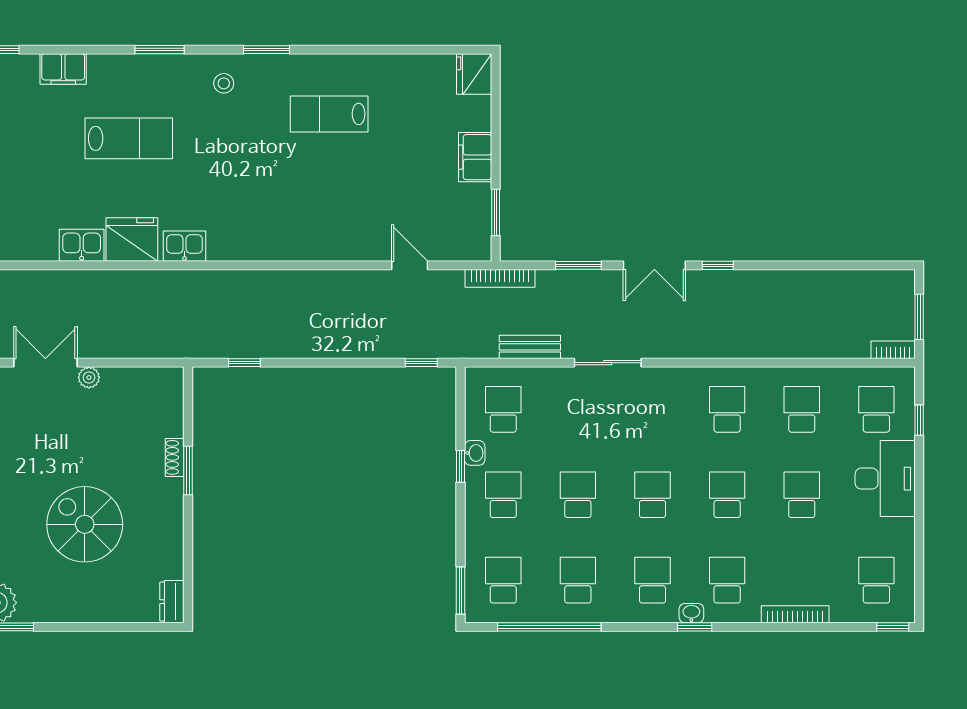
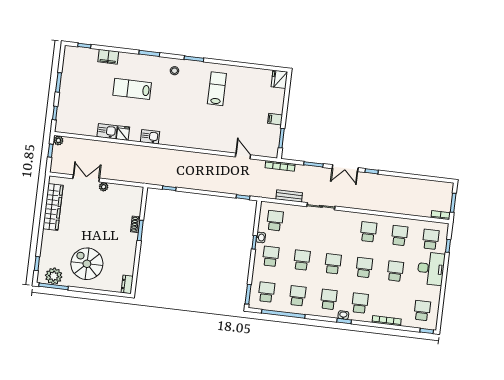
lab bench: (329, 114) -> (217, 89), turned 90
lab bench: (129, 138) -> (132, 89), turned 180
filing cabinet: (475, 157) -> (275, 119), width x0.50
fridge: (132, 240) -> (123, 133), width x0.53, depth x0.75
spiral stairs: (85, 524) -> (87, 264), moved

